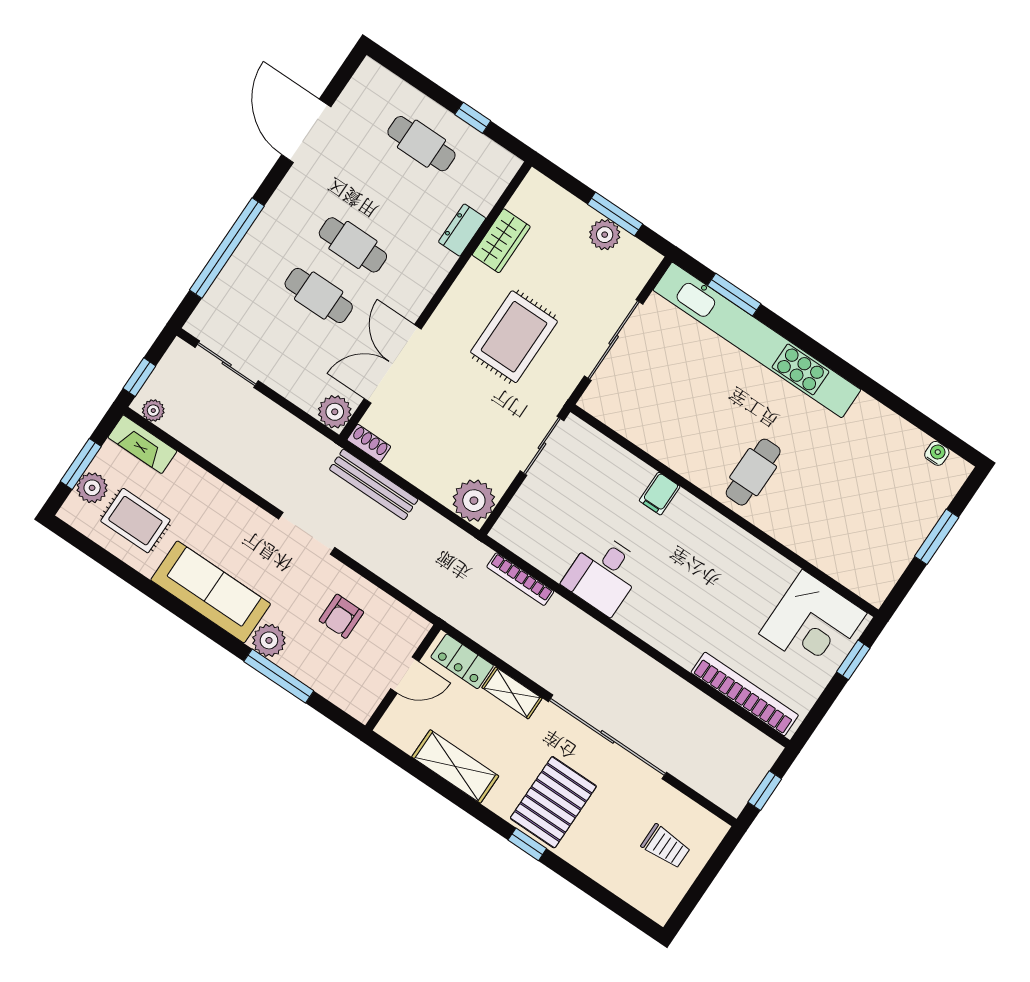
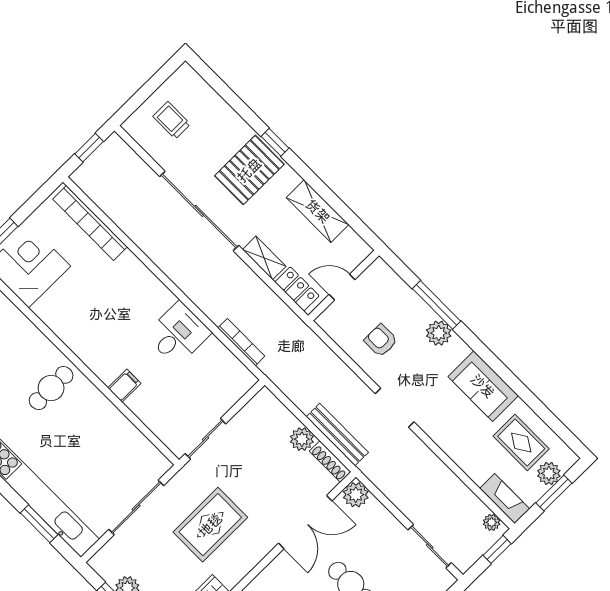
shoe rack: (369, 443) -> (330, 461), width x1.43
plant: (474, 501) -> (302, 439), moved, width x0.73, depth x0.73
sofa: (211, 592) -> (483, 386), width x0.73
armchair: (341, 616) -> (381, 340), turned -90

